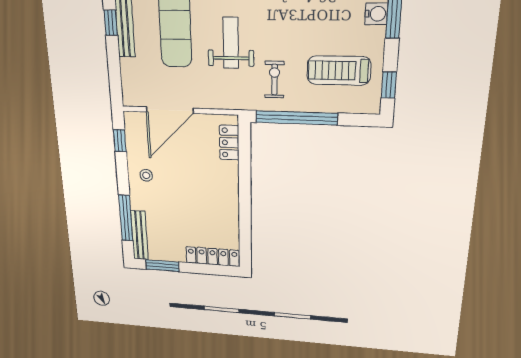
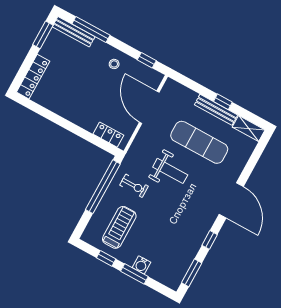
window: (389, 85) -> (106, 258), moved

